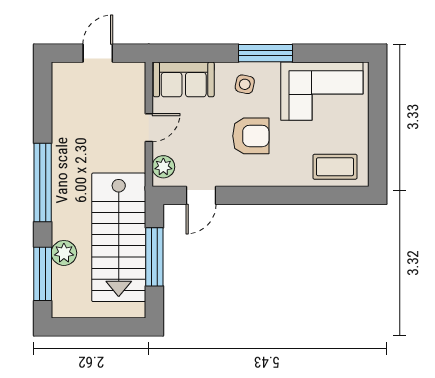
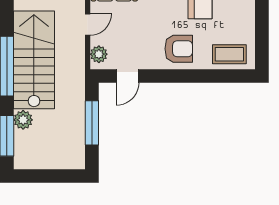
armchair: (251, 136) -> (179, 49), moved
stairs: (119, 237) -> (34, 60), moved, turned 180

